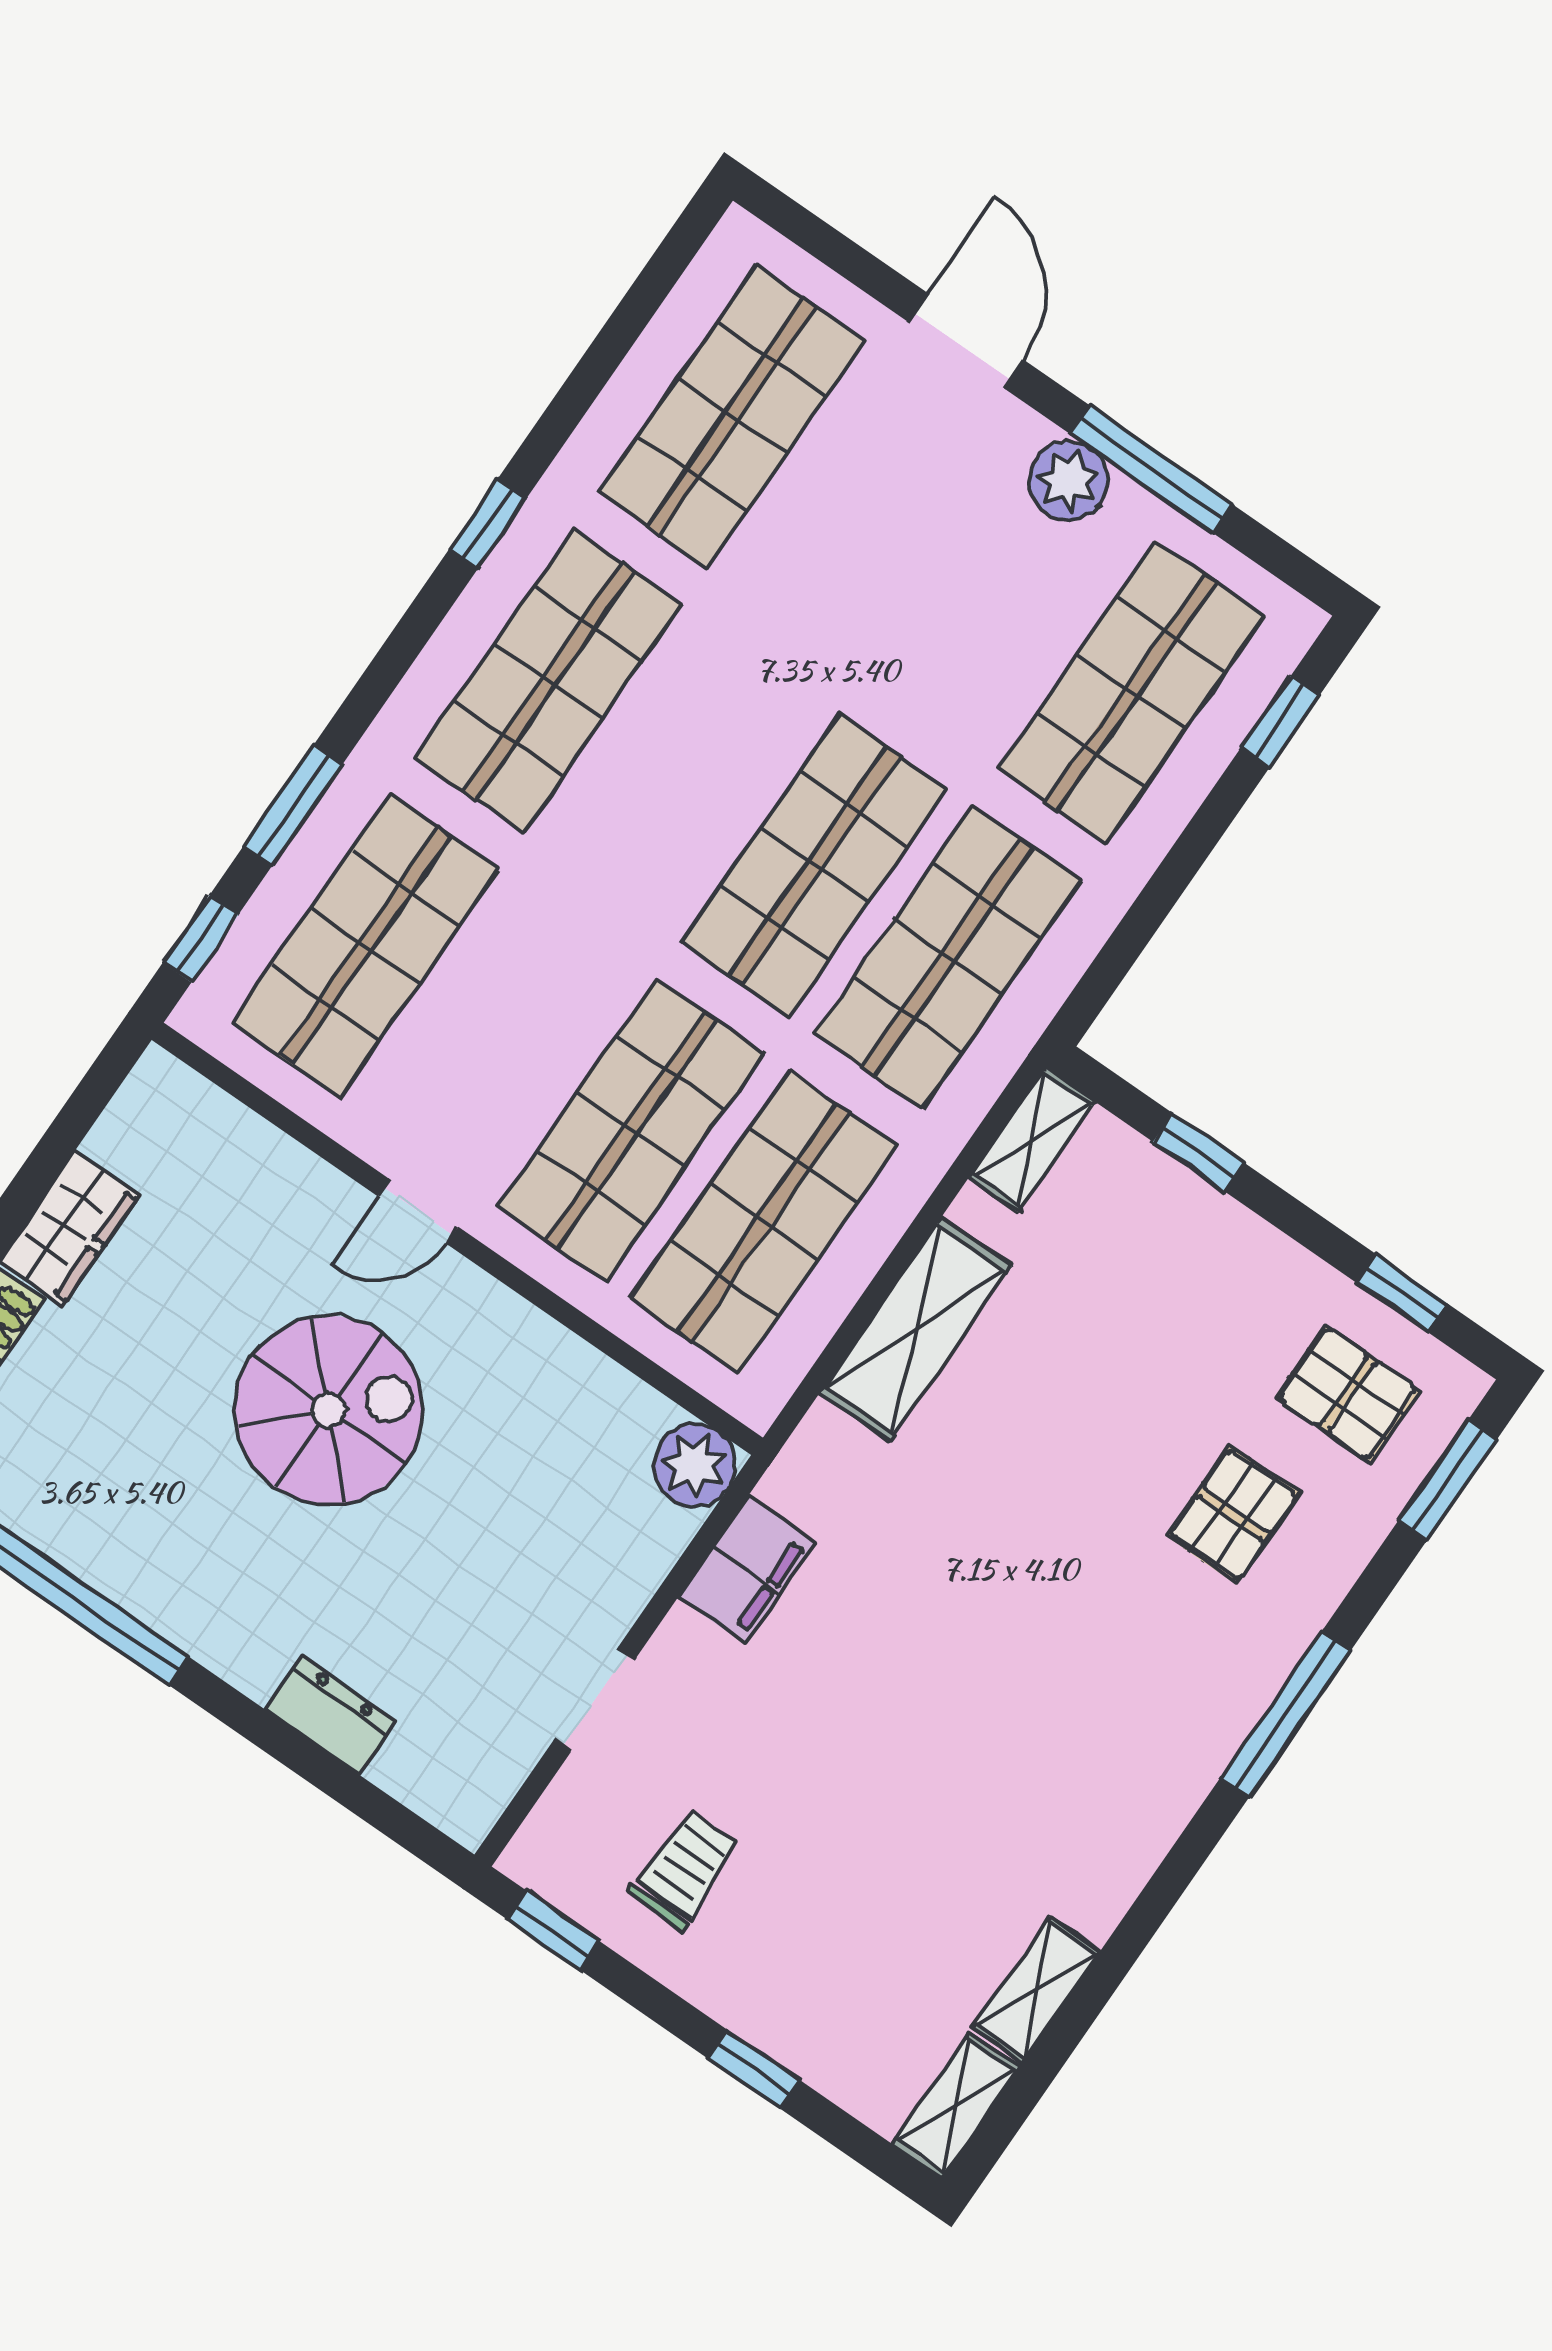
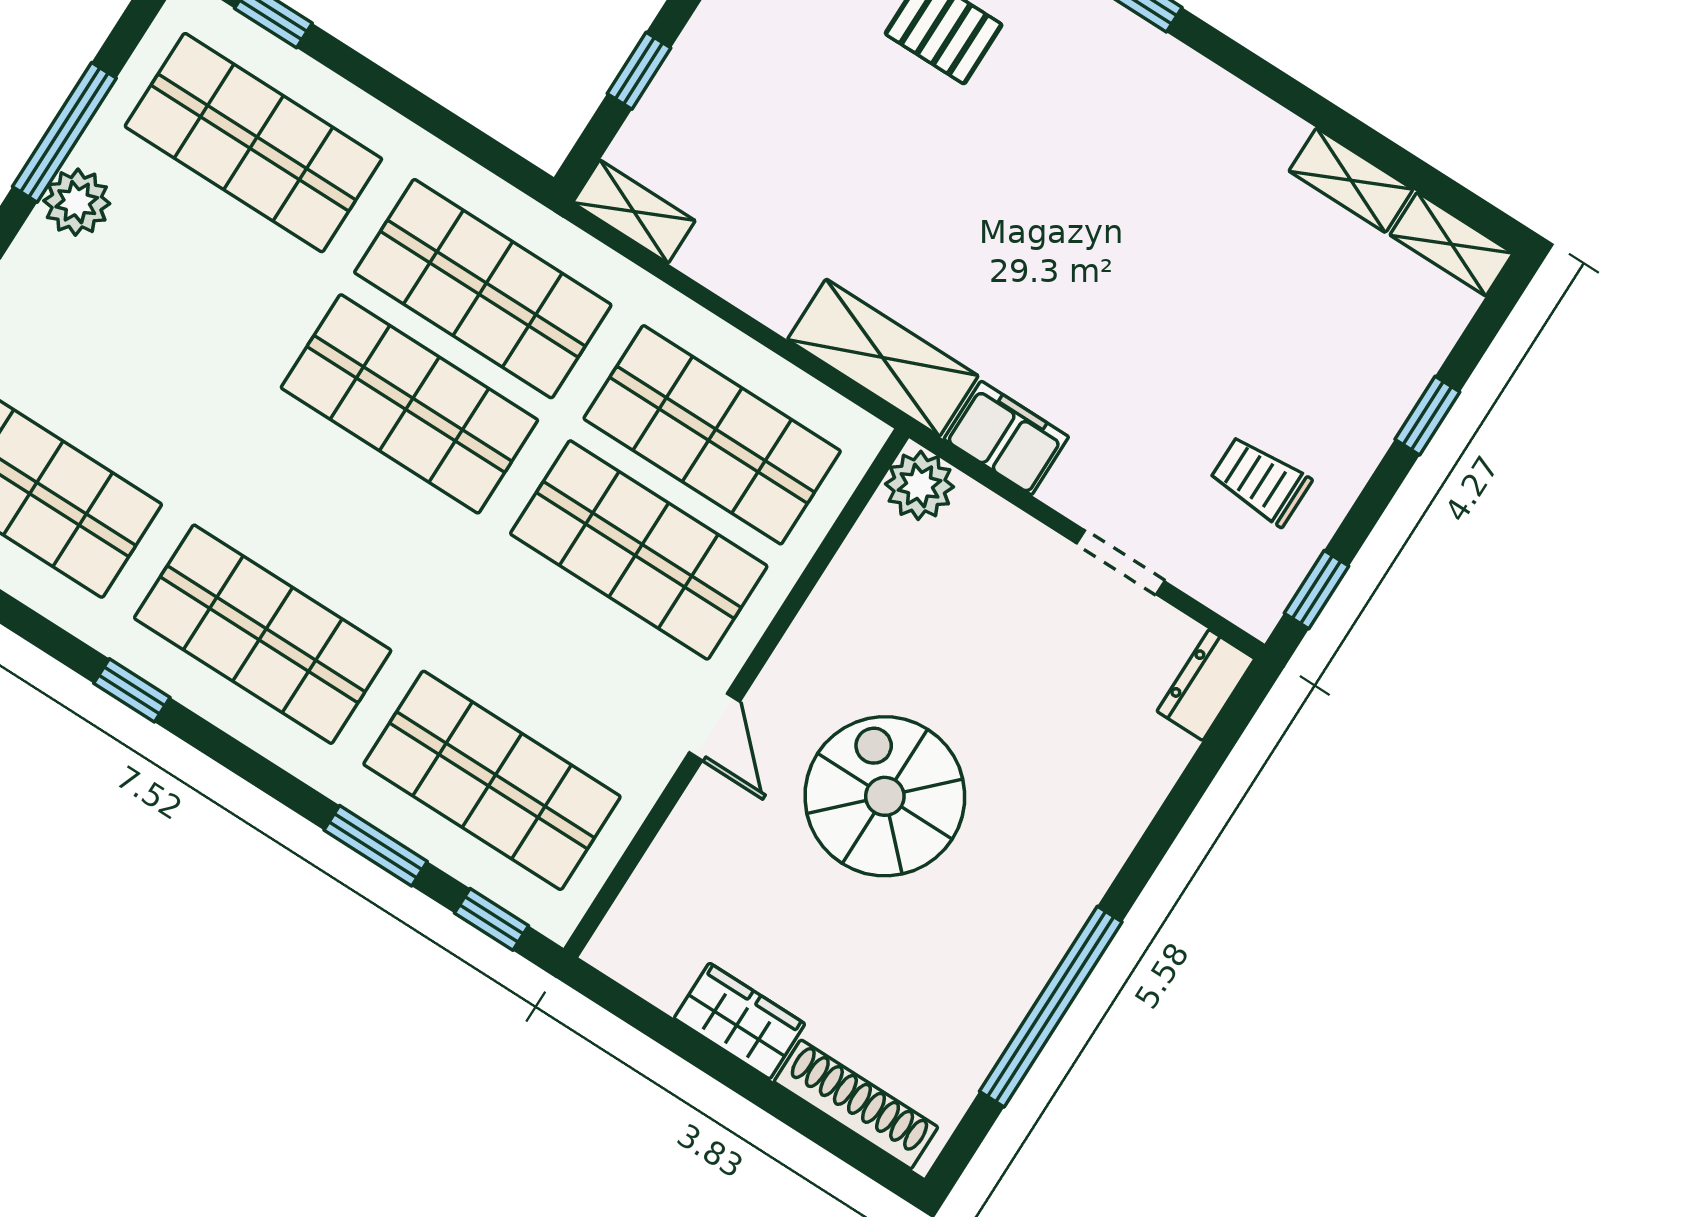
shelving: (916, 1329) -> (883, 358), moved
dresser: (330, 1715) -> (1206, 685), moved

